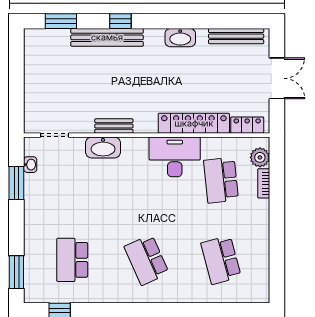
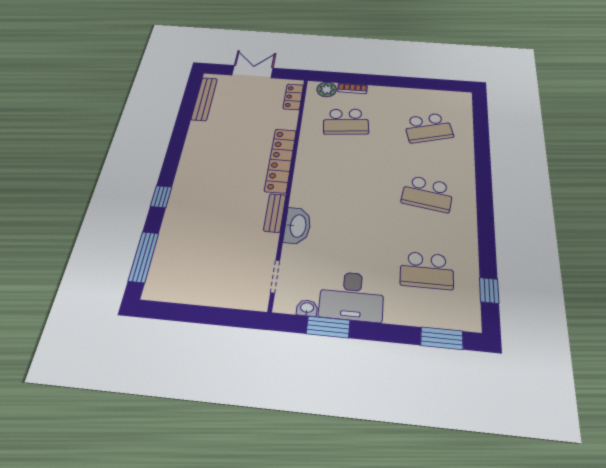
window: (61, 21) -> (144, 257), width x1.44
bench: (107, 37) -> (175, 211), removed
washbasin: (180, 38) -> (194, 144), removed
locker: (194, 123) -> (281, 160), moved
desk: (175, 157) -> (352, 296), moved, turned -90
school desk: (147, 260) -> (427, 194), turned 33

